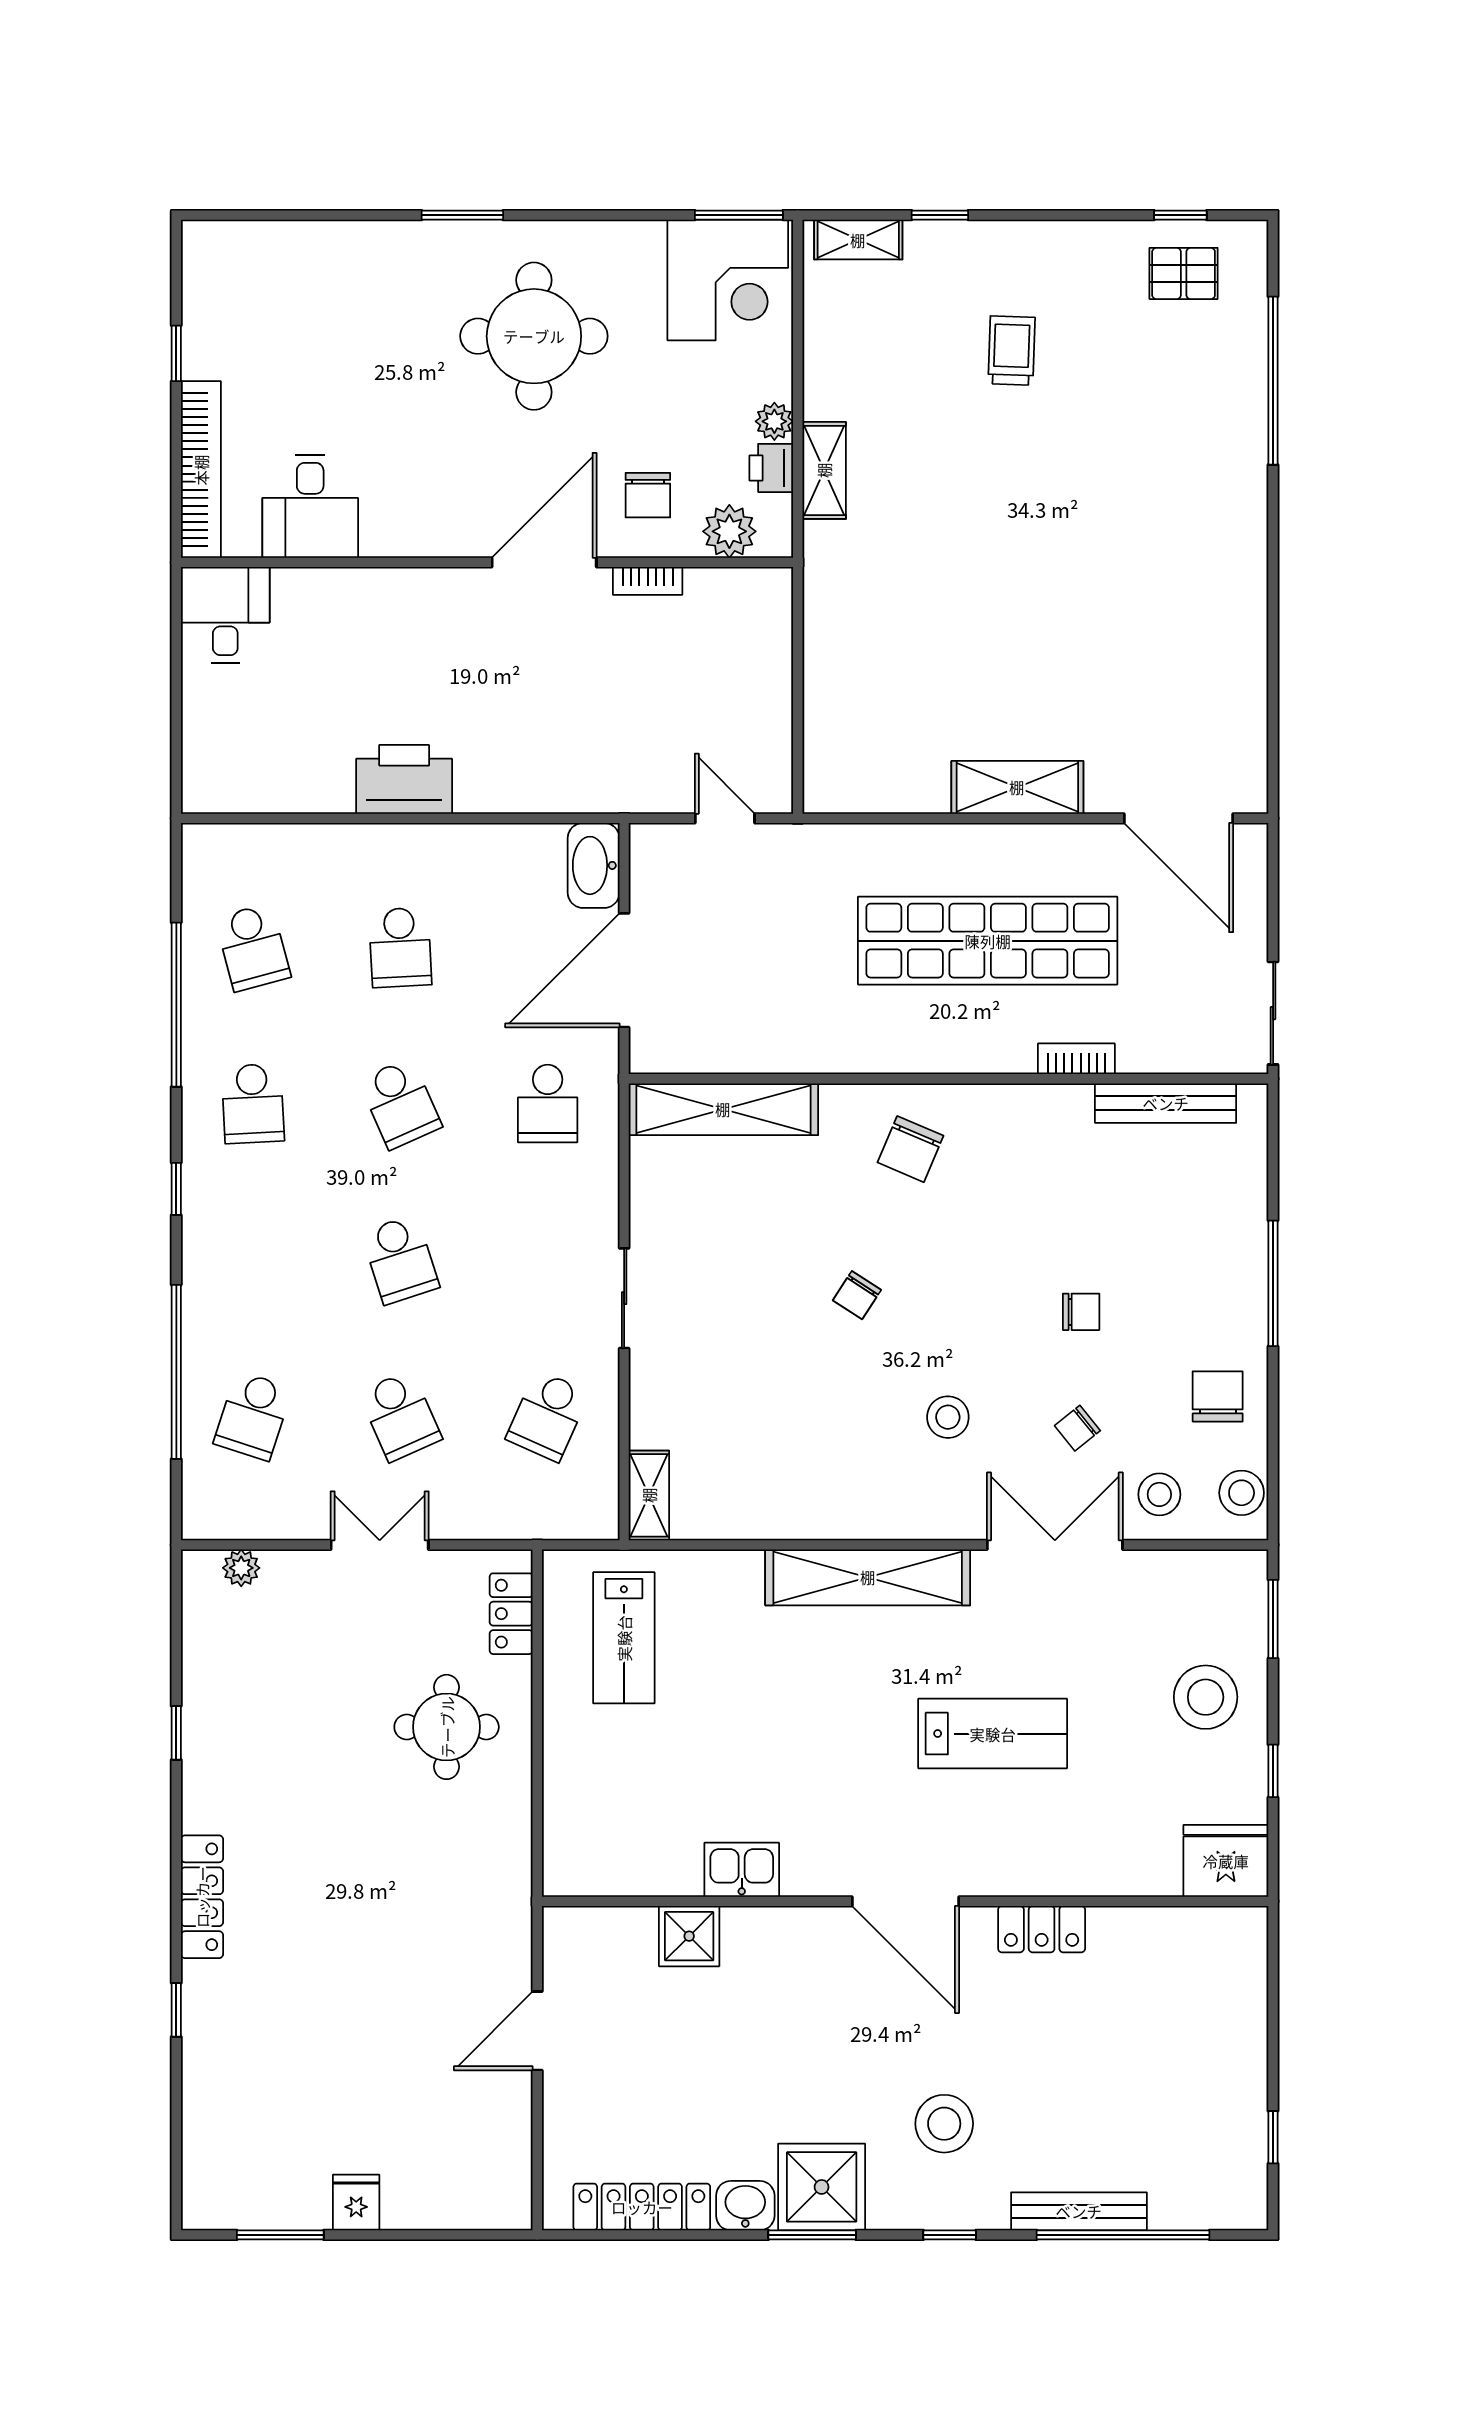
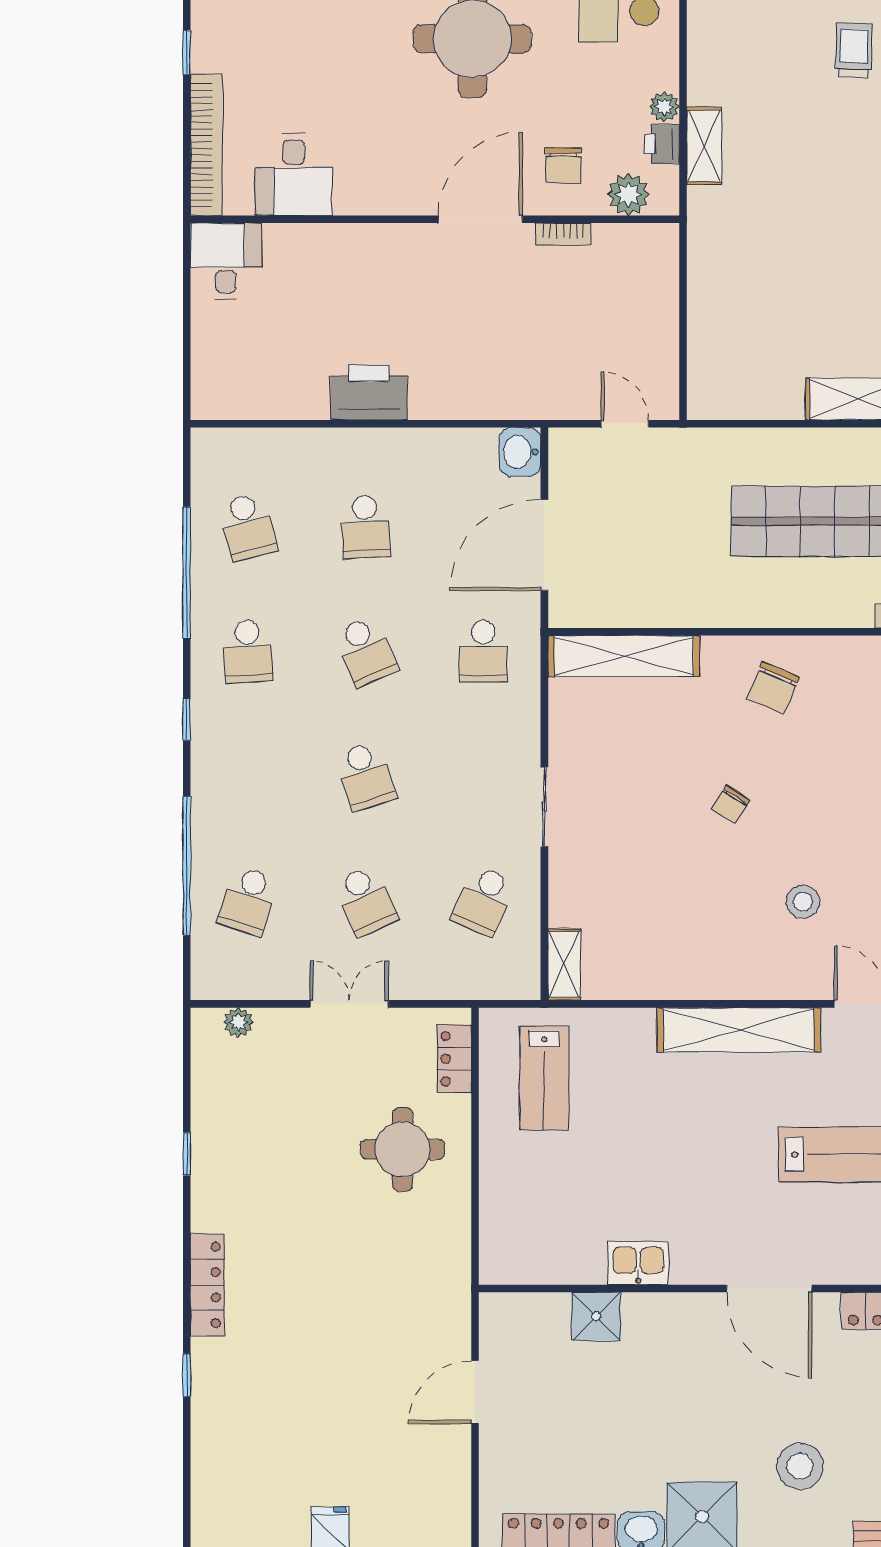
washbasin: (594, 865) -> (520, 452), width x0.72

